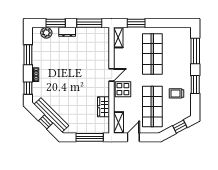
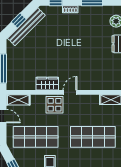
door: (112, 75) -> (70, 92), swing flipped
wardrobe: (104, 107) -> (47, 84), moved

